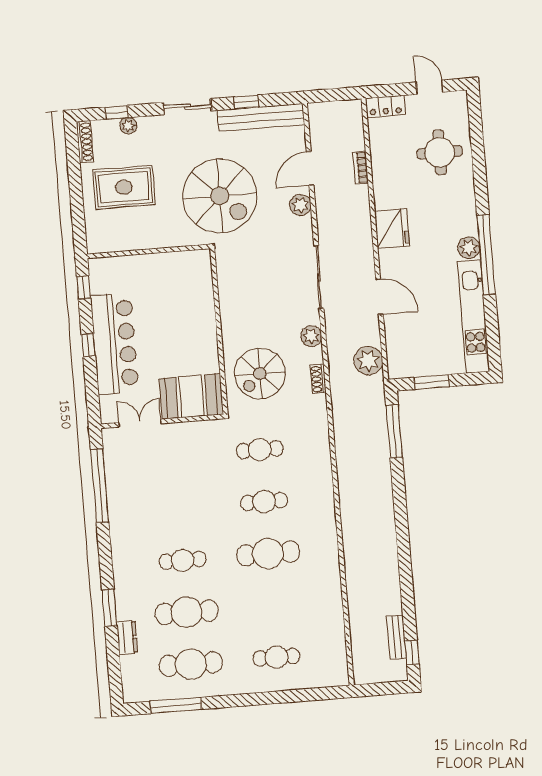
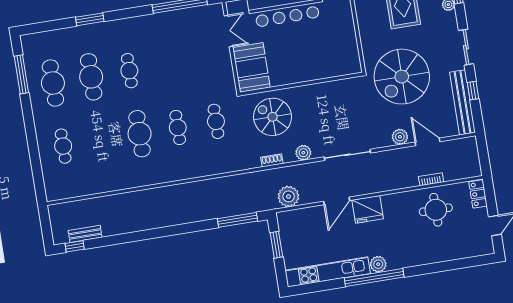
round table: (440, 152) -> (436, 210), moved
fridge: (392, 228) -> (368, 209), moved
dresser: (127, 638) -> (69, 34), removed

